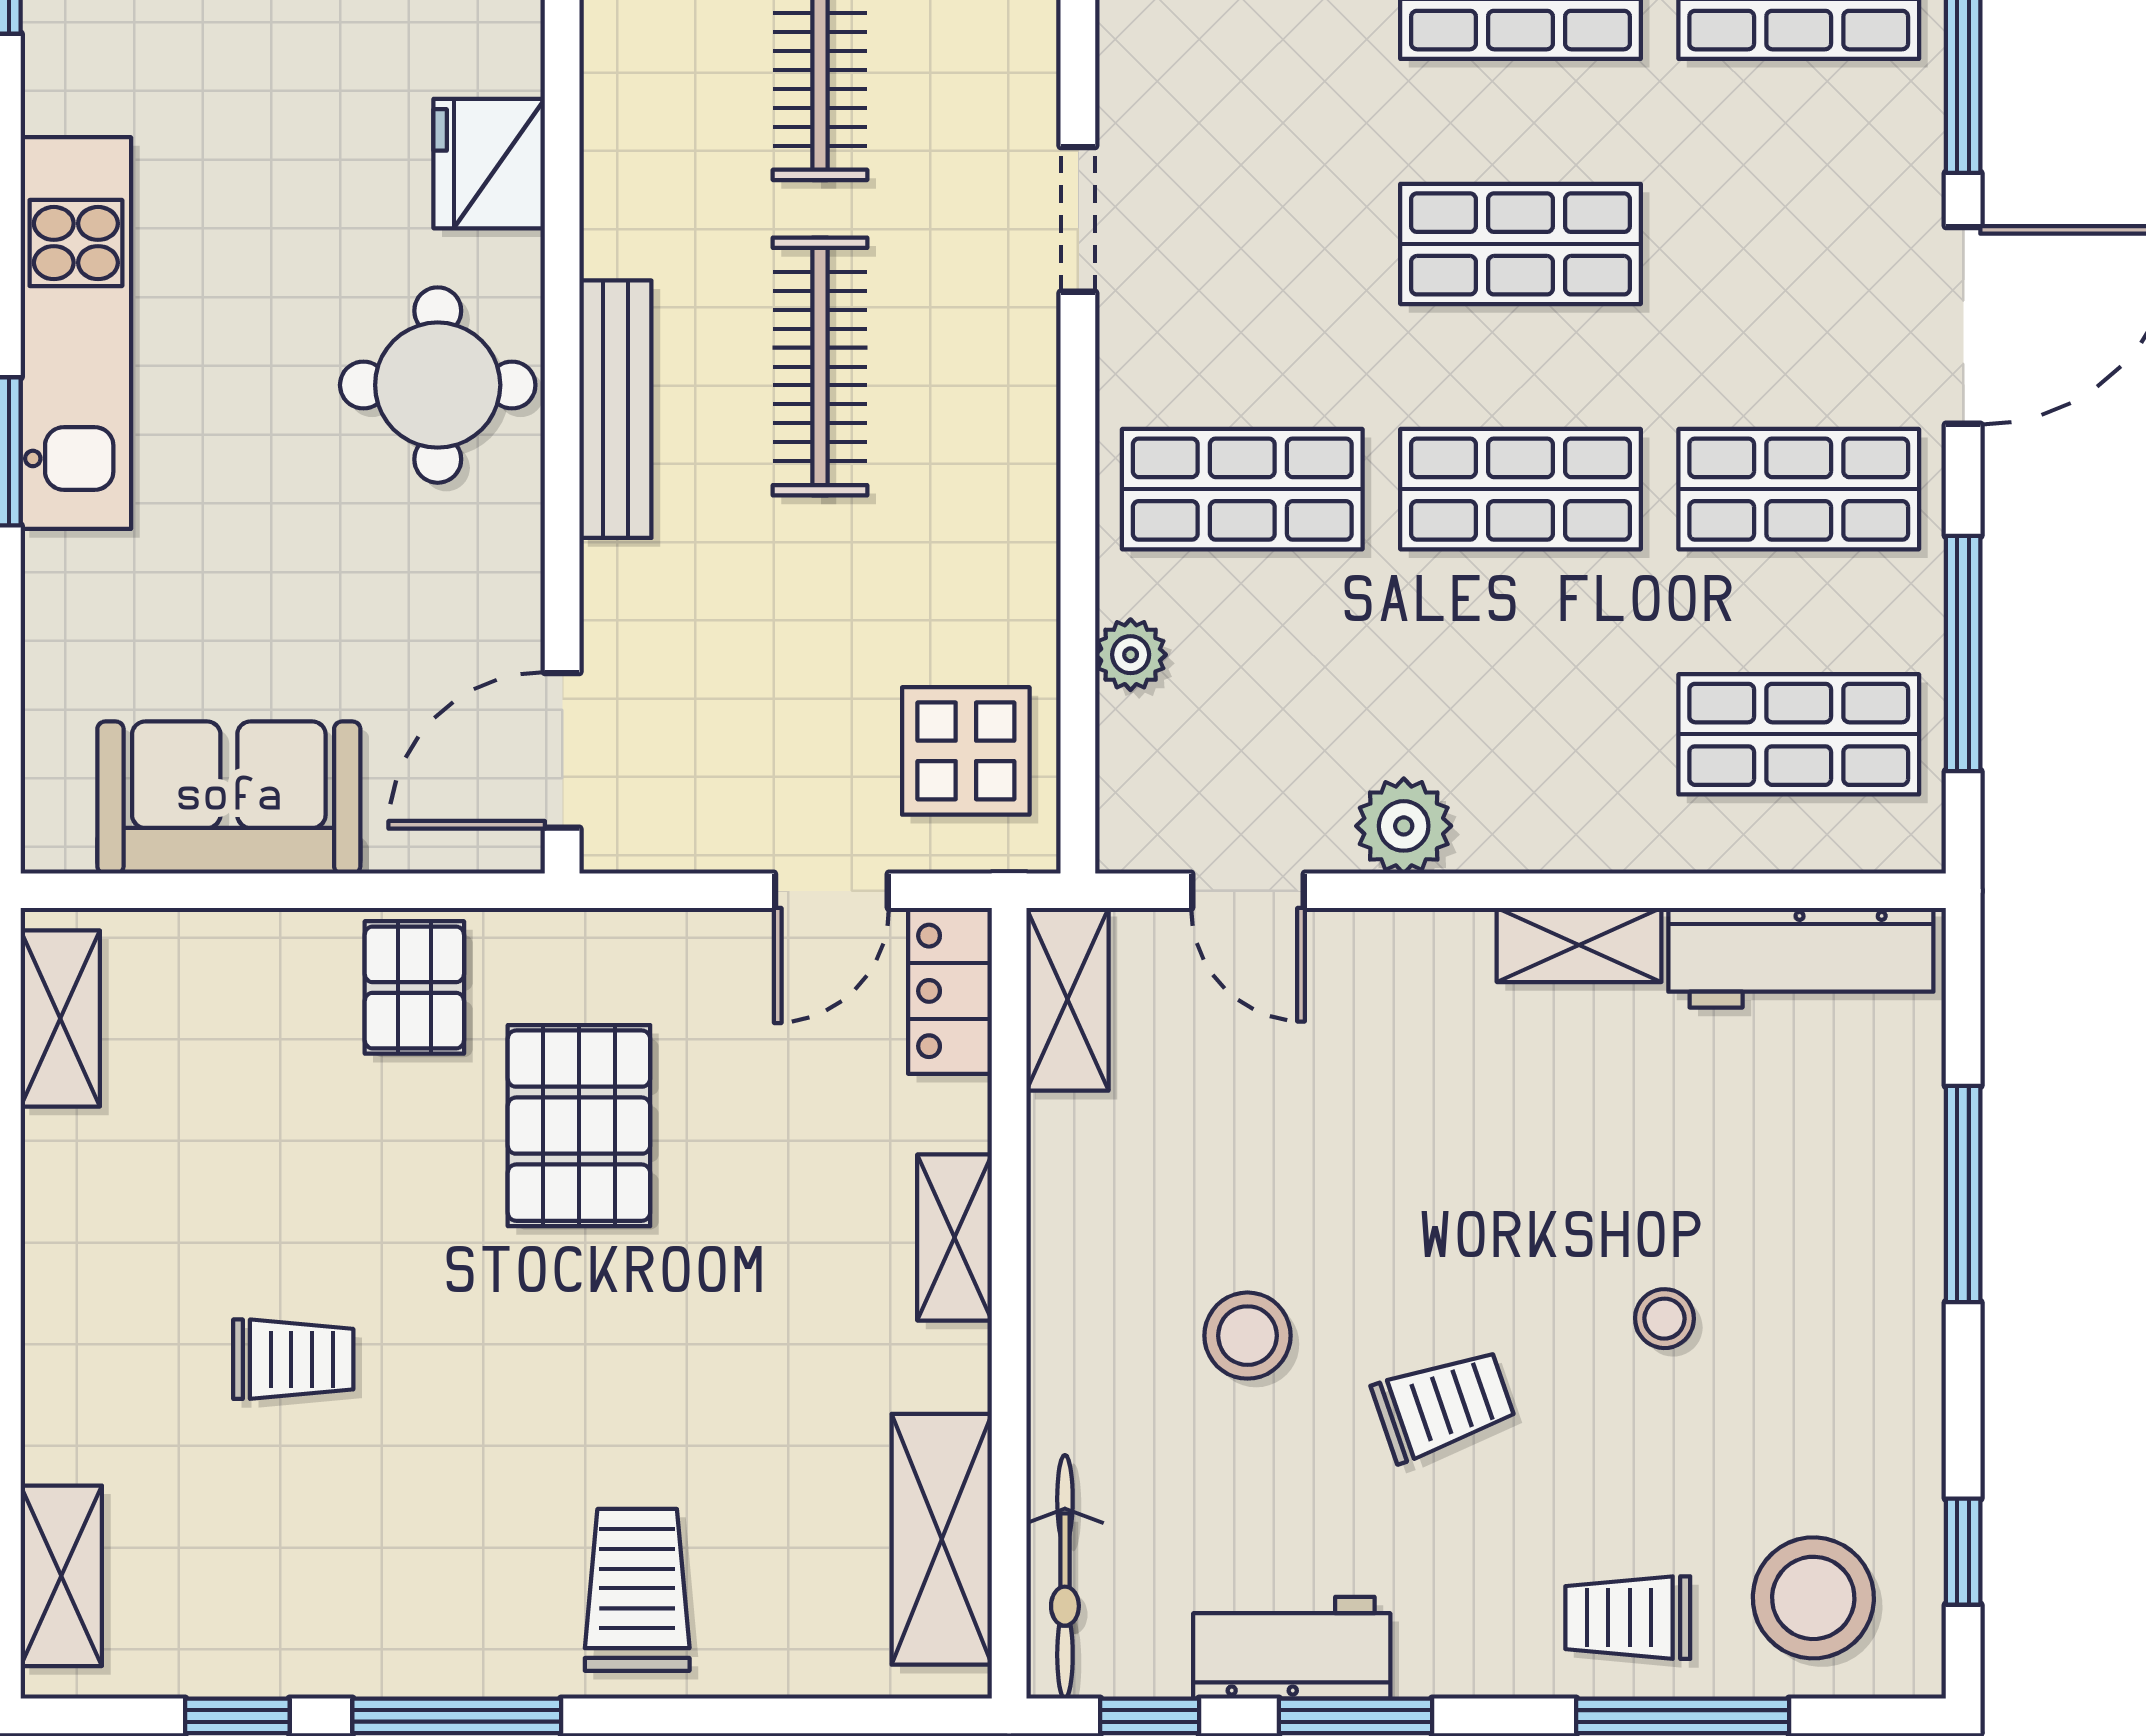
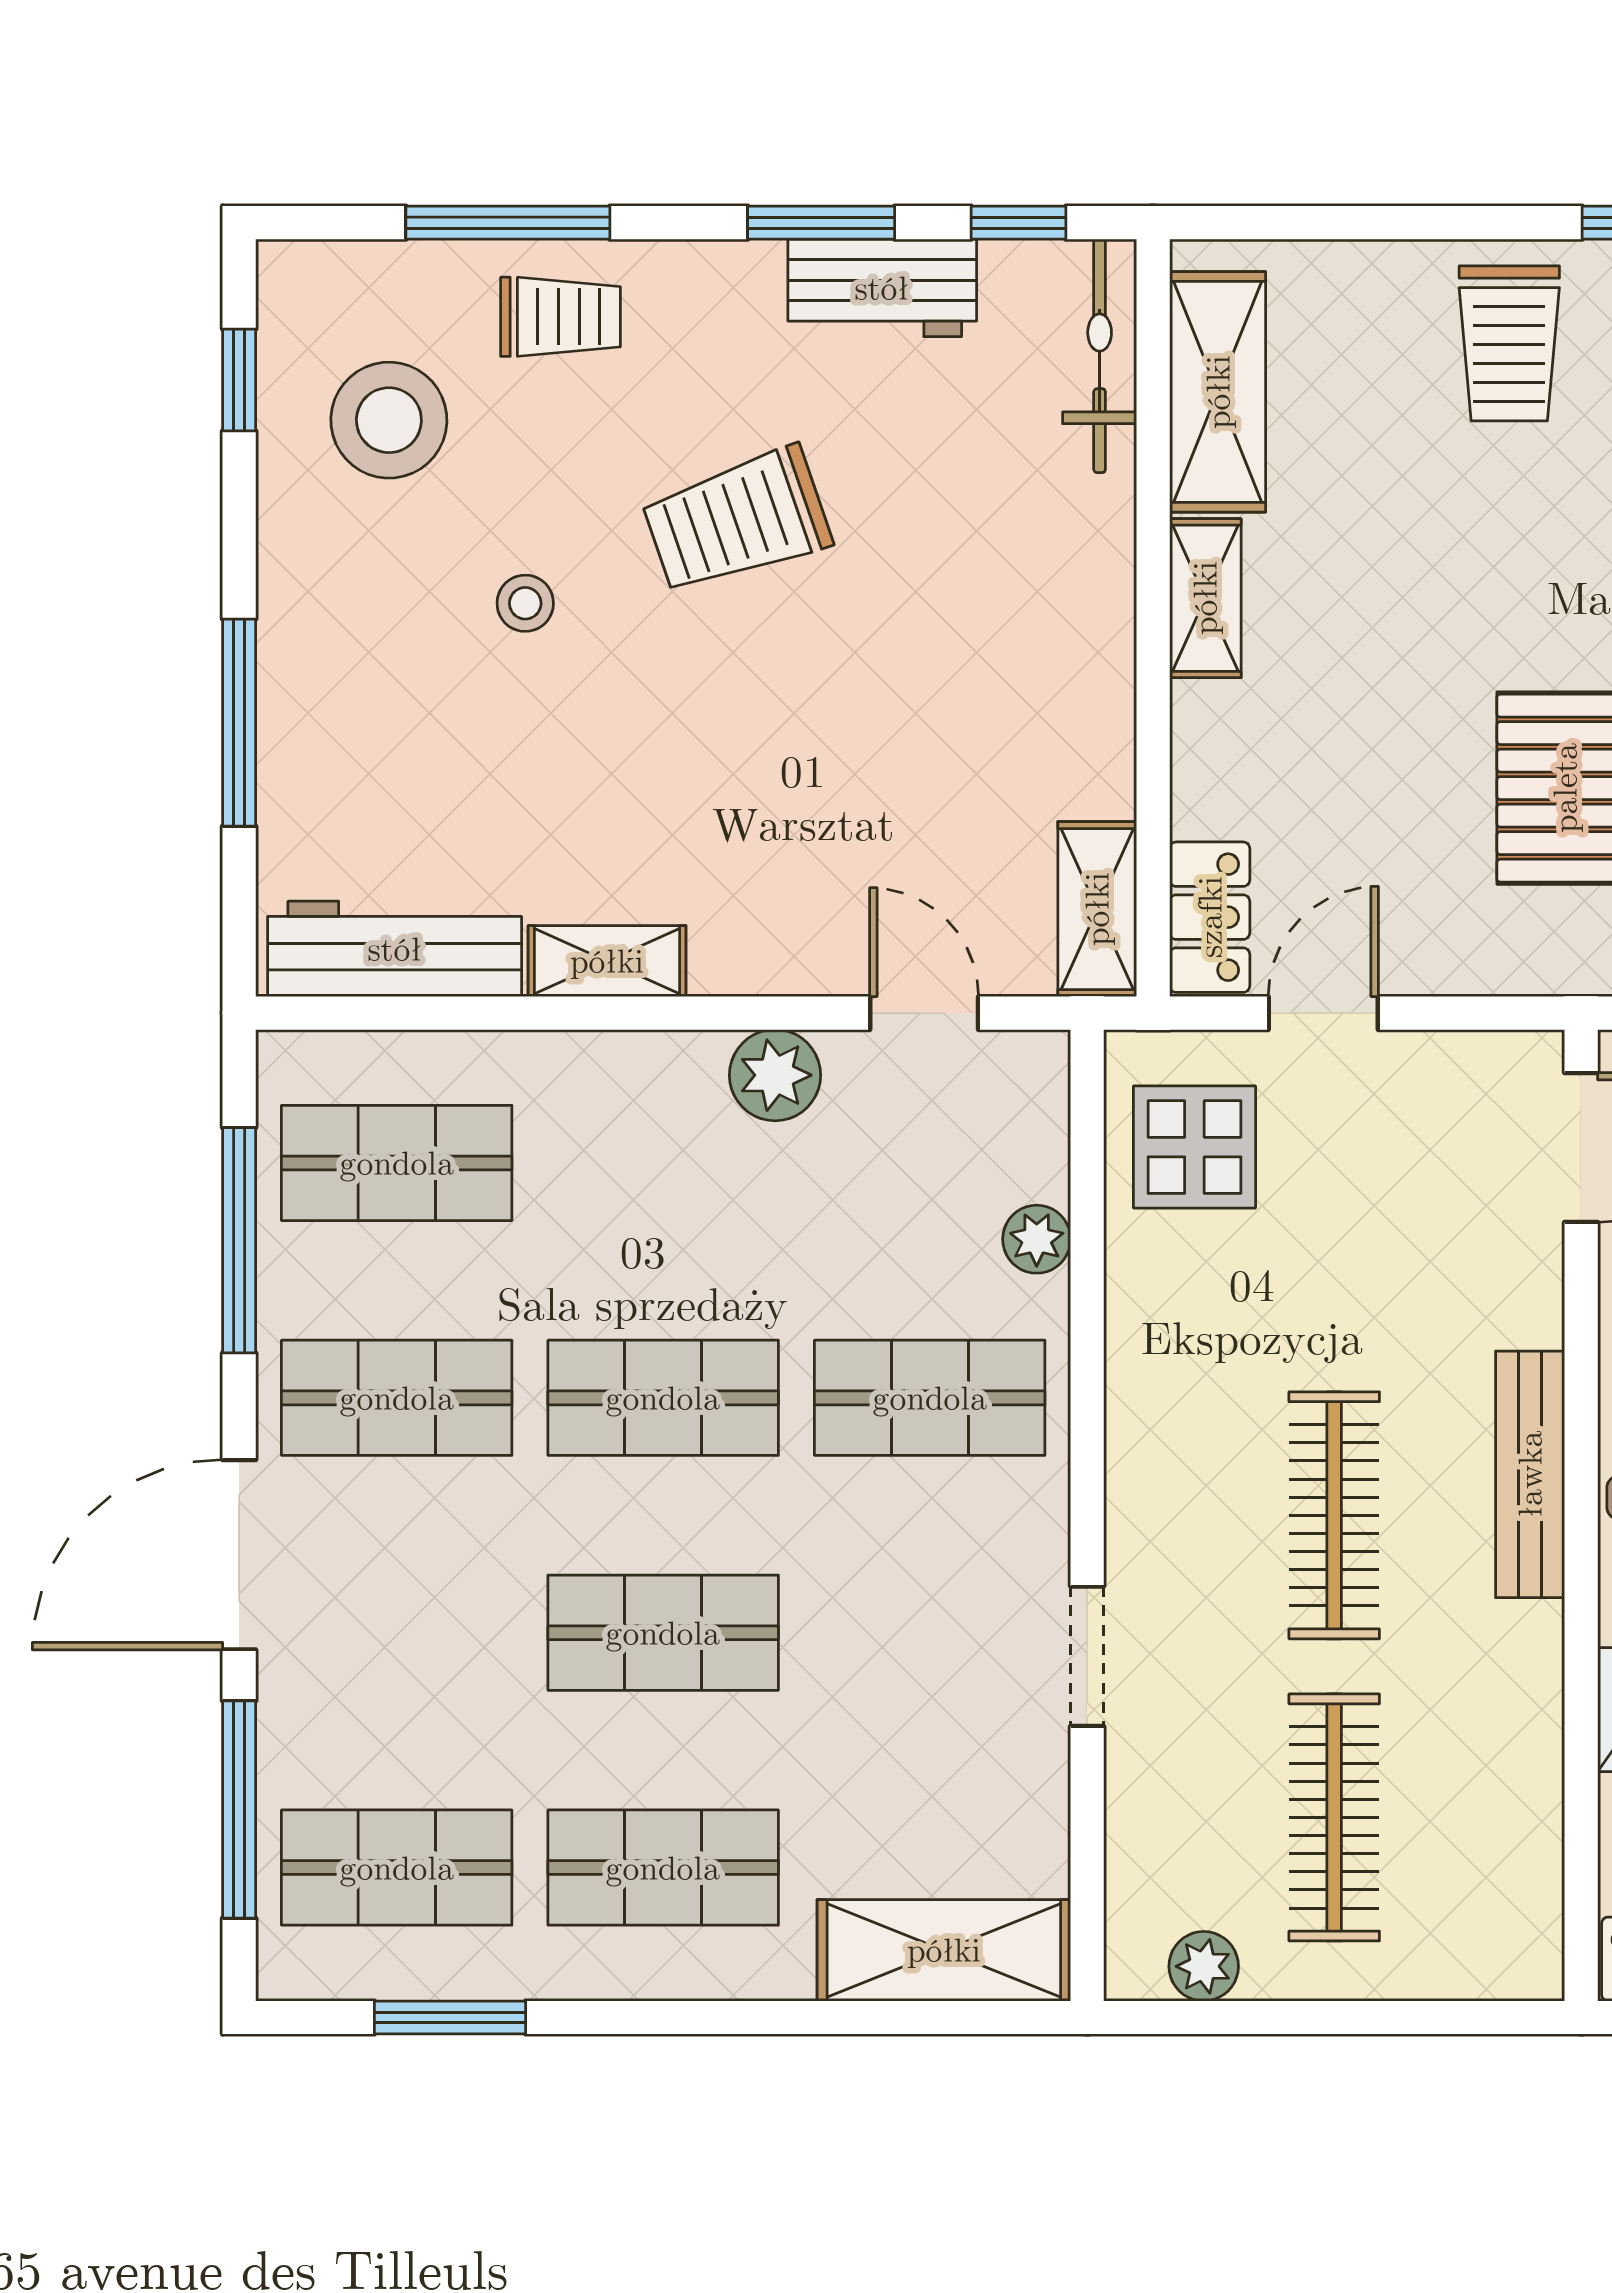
shelving: (955, 1238) -> (1205, 598), moved
stool: (1247, 1336) -> (925, 587), removed
trolley: (1444, 1405) -> (737, 521), width x1.36, depth x1.39
stool: (1813, 1598) -> (389, 420), moved

